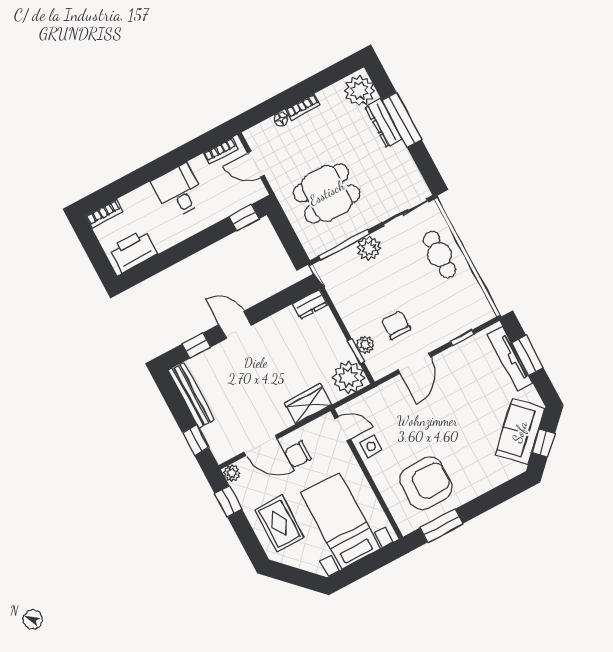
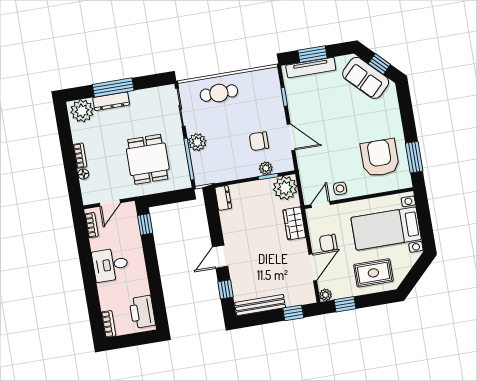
chair: (298, 454) -> (328, 243), turned 90

